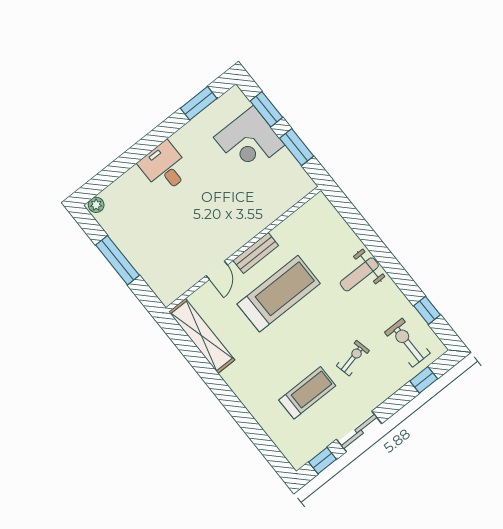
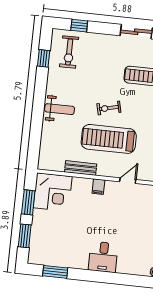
corner desk: (249, 141) -> (53, 192), moved, turned 90
filing cabinet: (241, 234) -> (98, 187), added
bench: (256, 253) -> (81, 168), moved
exercise bike: (353, 358) -> (109, 108), moved

